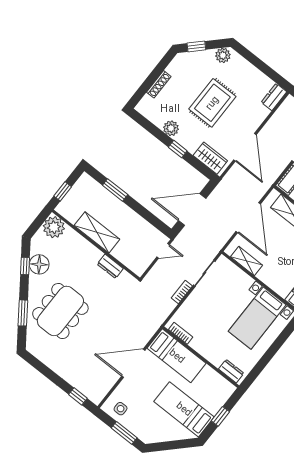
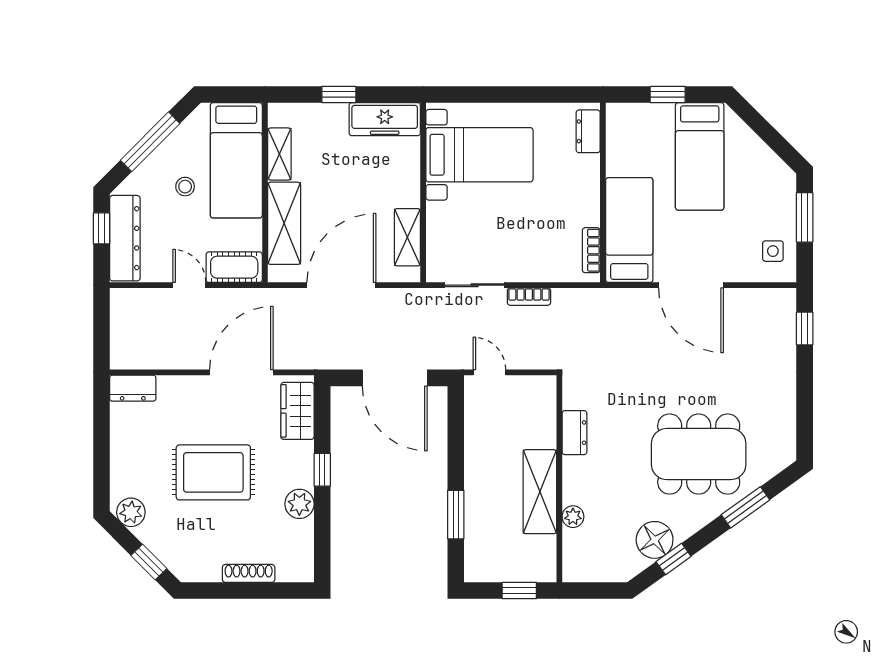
plant: (54, 227) -> (573, 517), moved, width x0.53, depth x0.53

